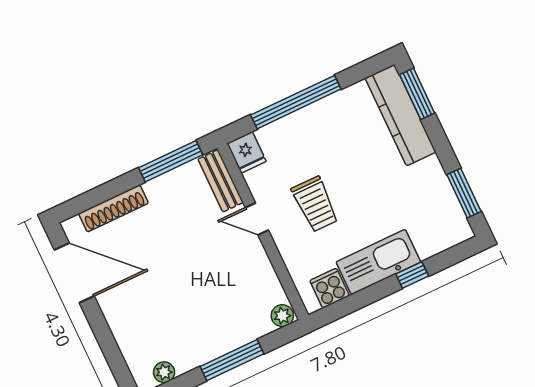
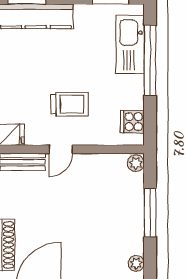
kitchen sink: (378, 262) -> (130, 44), moved
window: (412, 275) -> (150, 60), width x3.17

